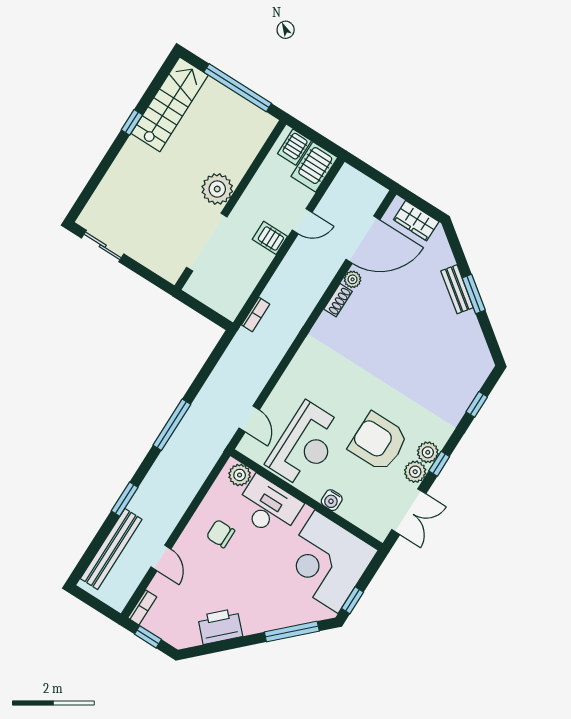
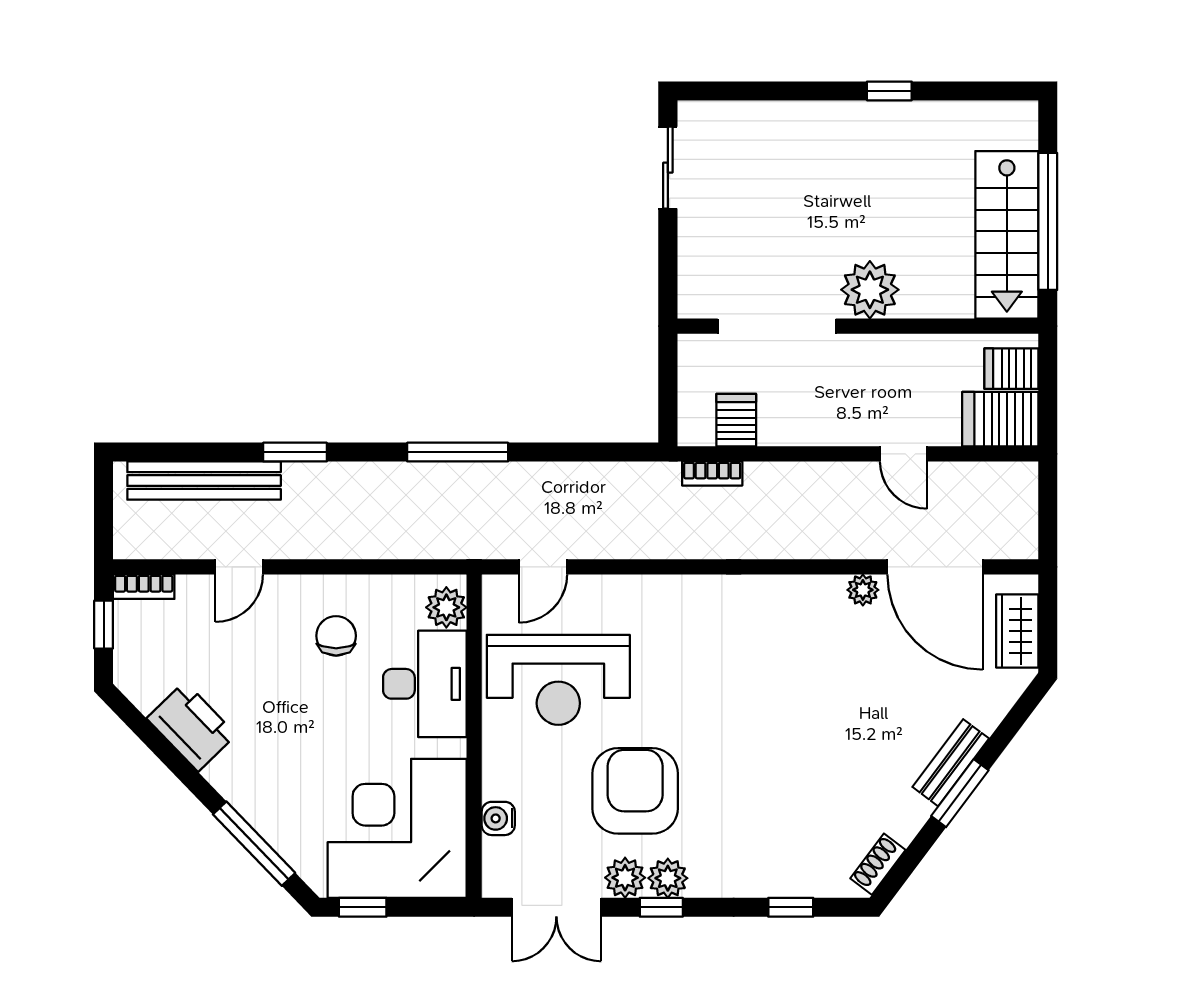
stairs: (170, 104) -> (1007, 235), moved, turned 90
server rack: (270, 238) -> (736, 420), moved
shoe rack: (338, 300) -> (878, 864), moved, turned 127
water cooler: (332, 500) -> (498, 818), moved

